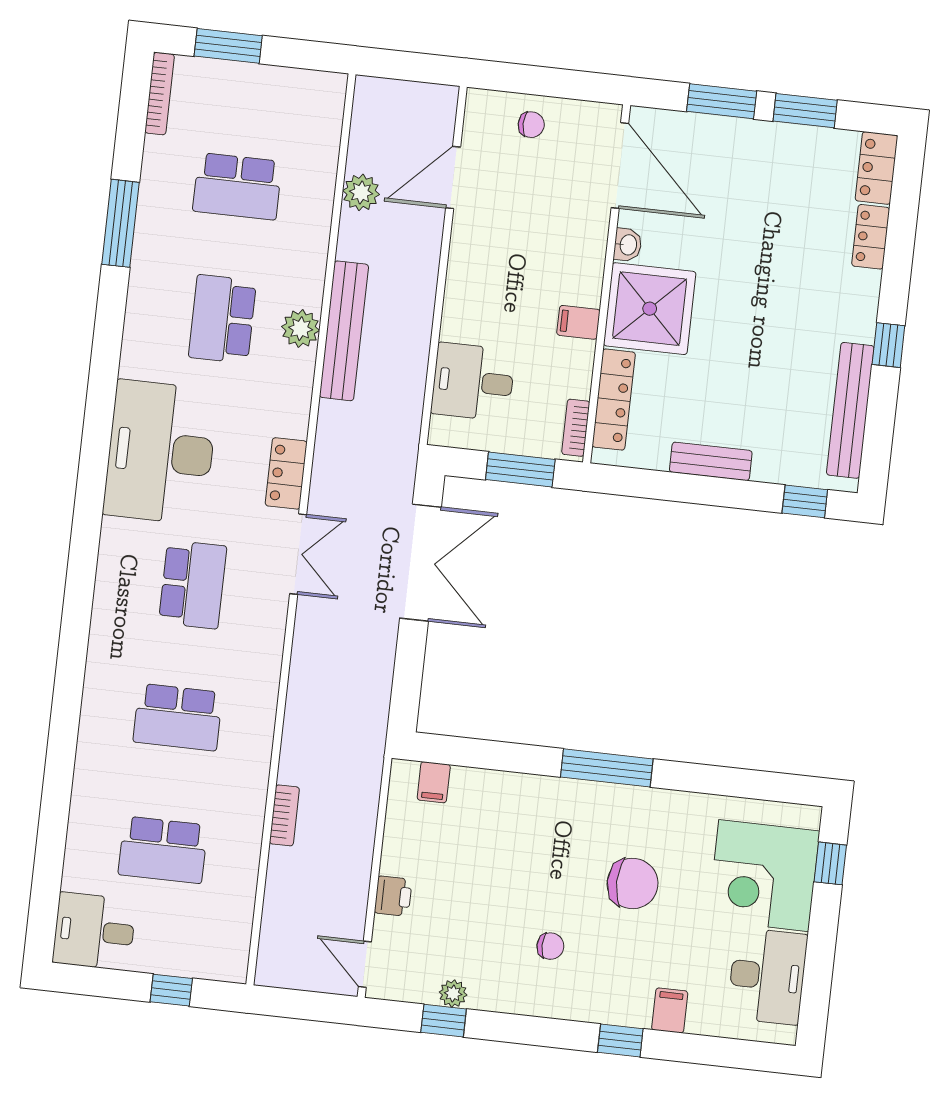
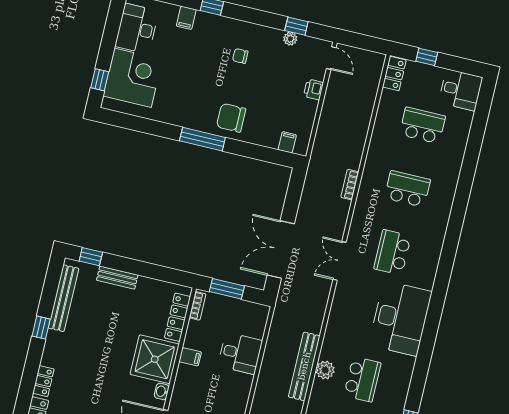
desk: (473, 382) -> (240, 353), moved
bench: (711, 461) -> (117, 278), moved
locker: (286, 473) -> (394, 74), moved
bookcase: (284, 815) -> (350, 185), moved
chair: (633, 883) -> (231, 118), moved

